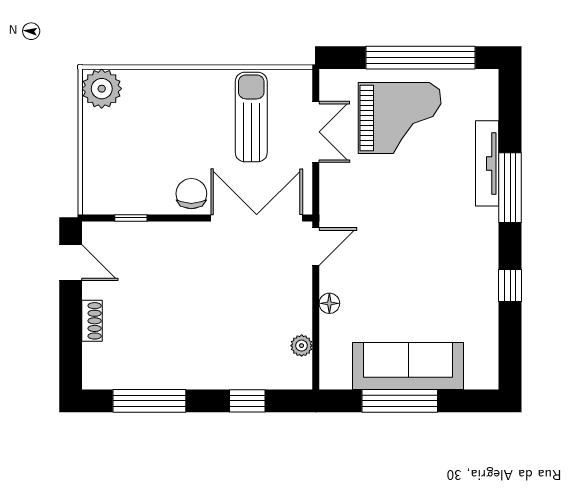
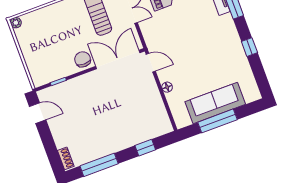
plant: (102, 89) -> (16, 23), width x0.53, depth x0.53
door: (316, 247) -> (151, 63), hinge flipped
shoe rack: (92, 321) -> (66, 158), moved
plant: (302, 346) -> (161, 112), removed

